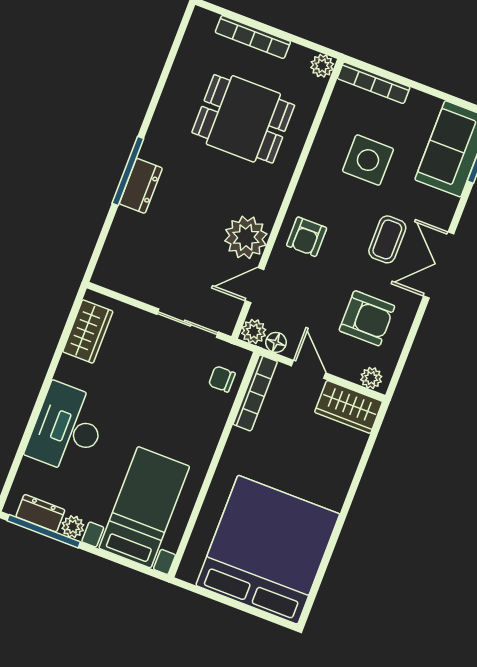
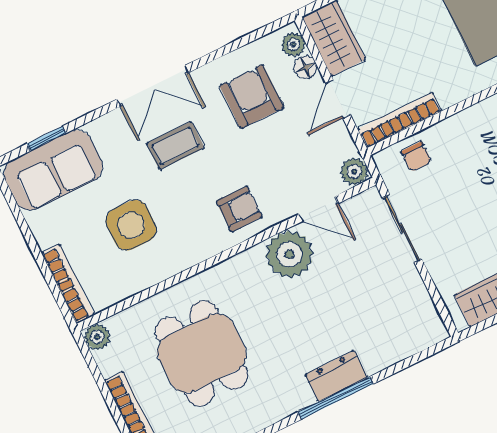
floor lamp: (276, 342) -> (306, 67), moved

